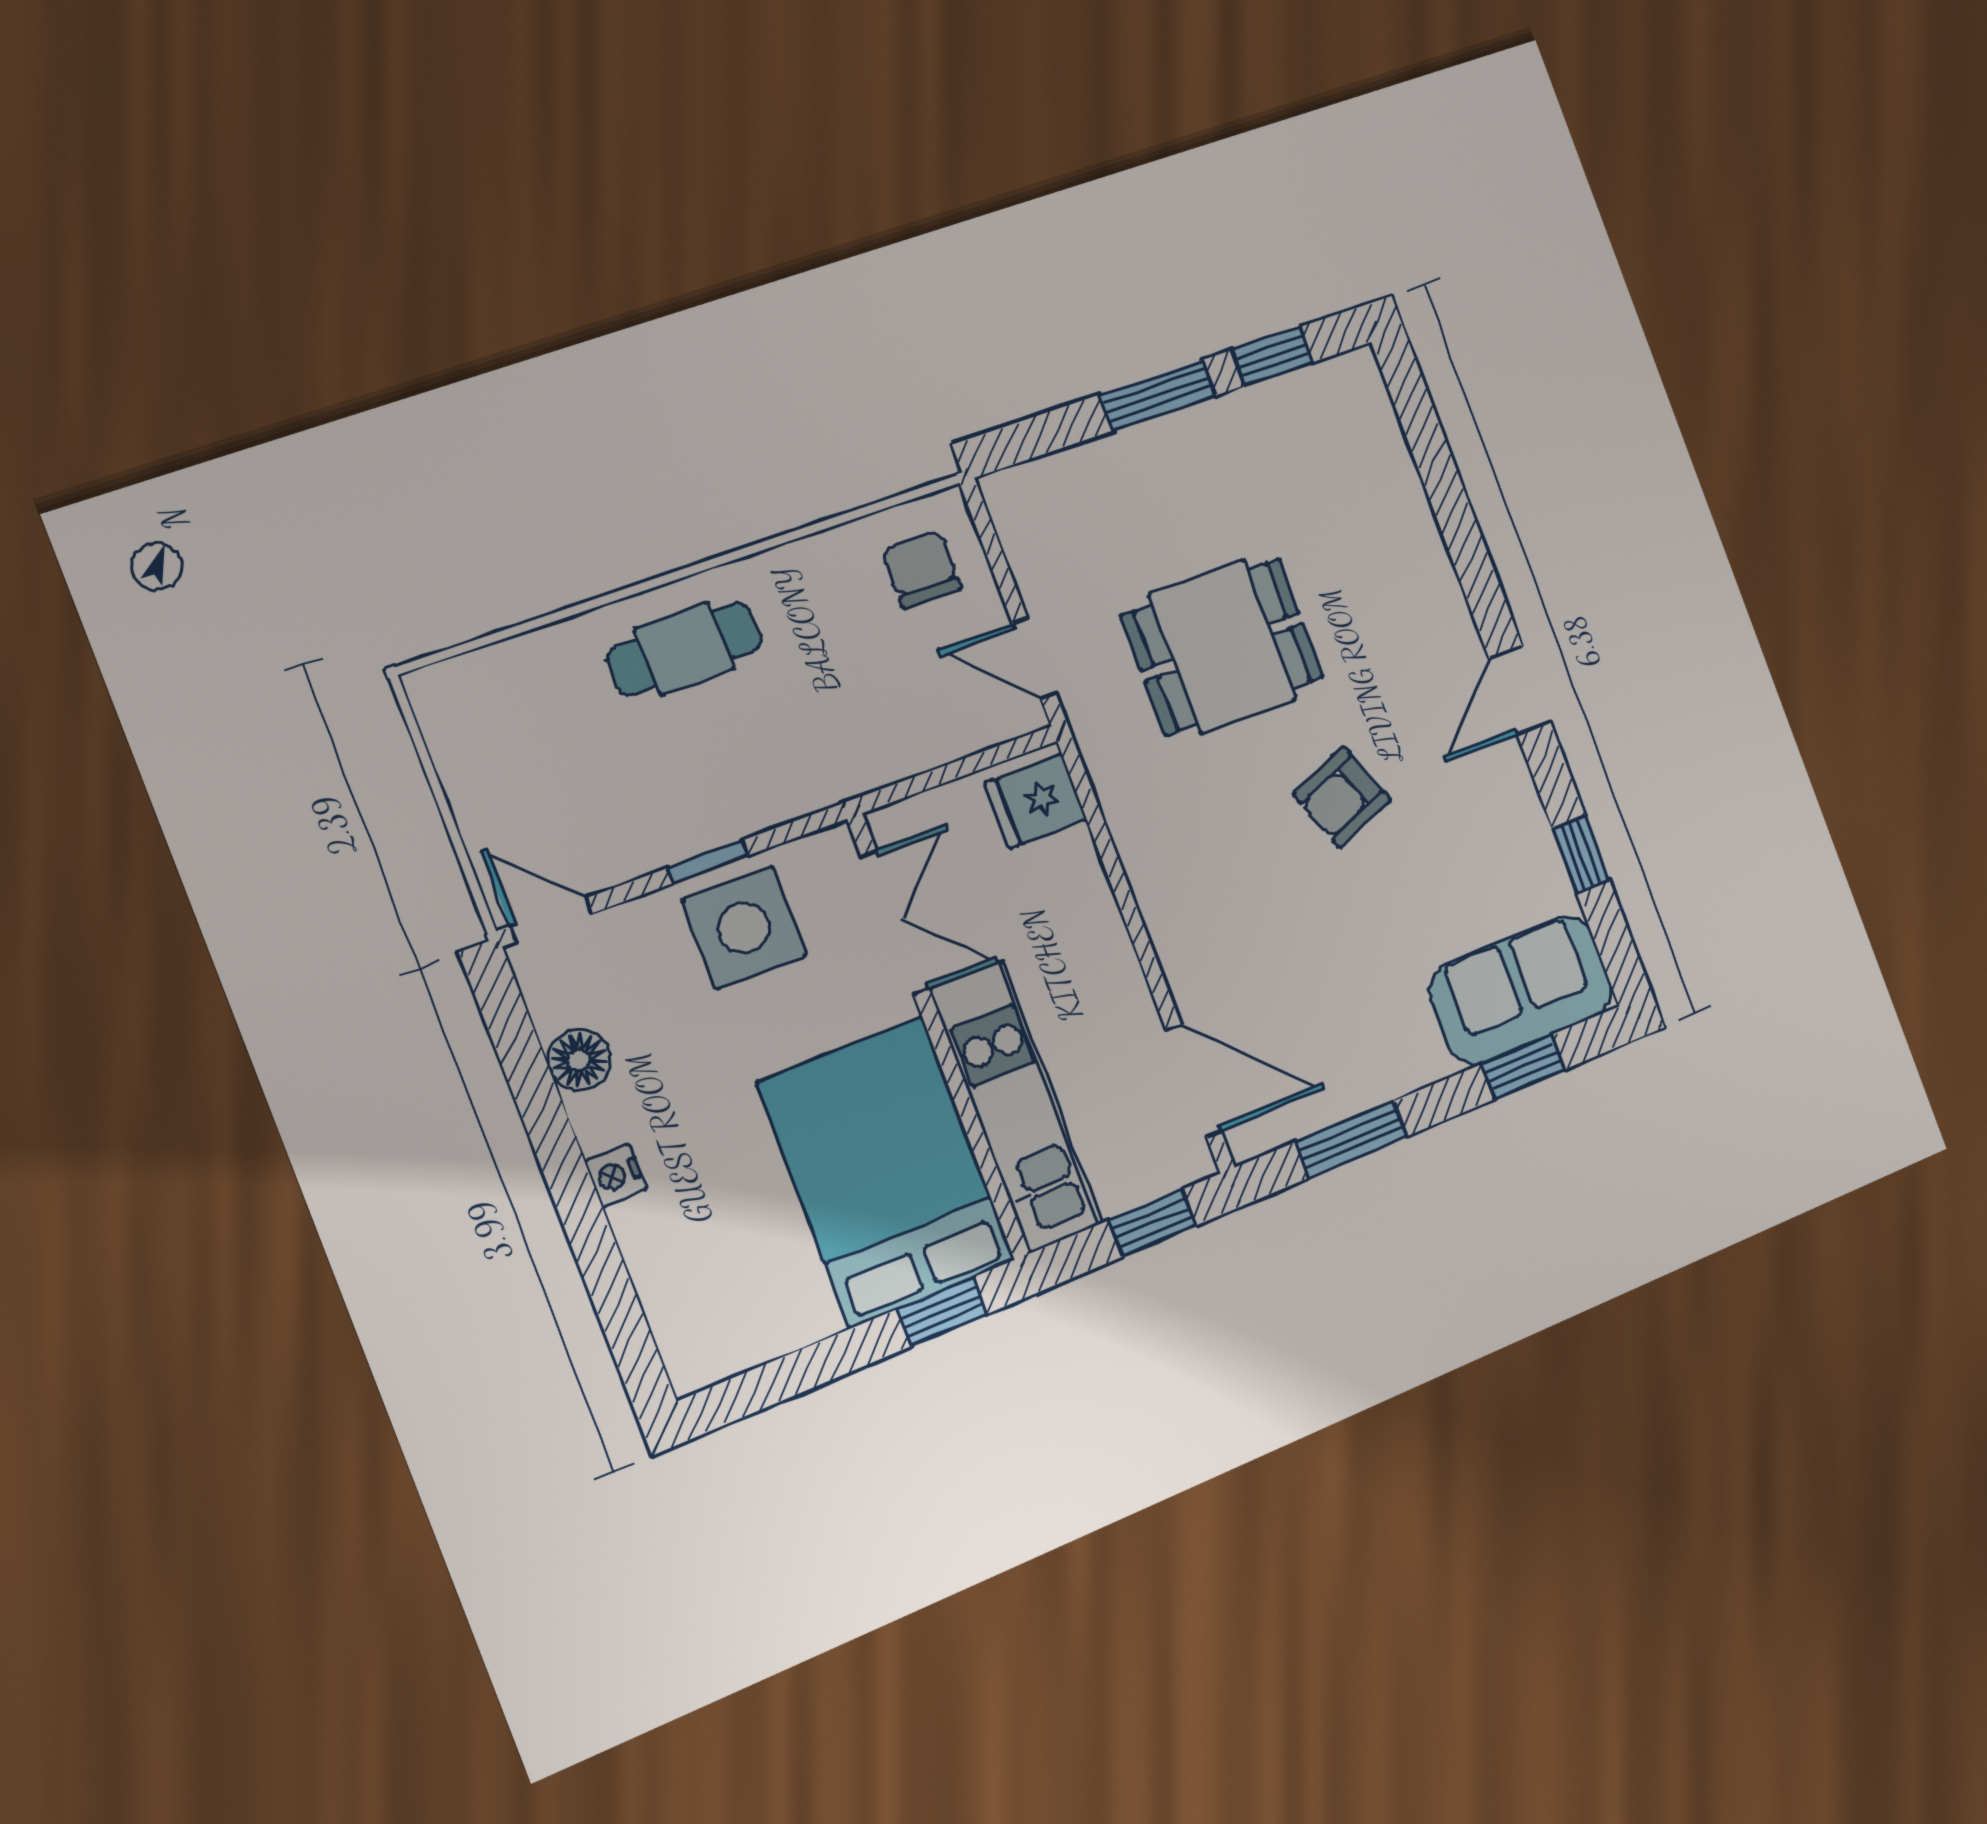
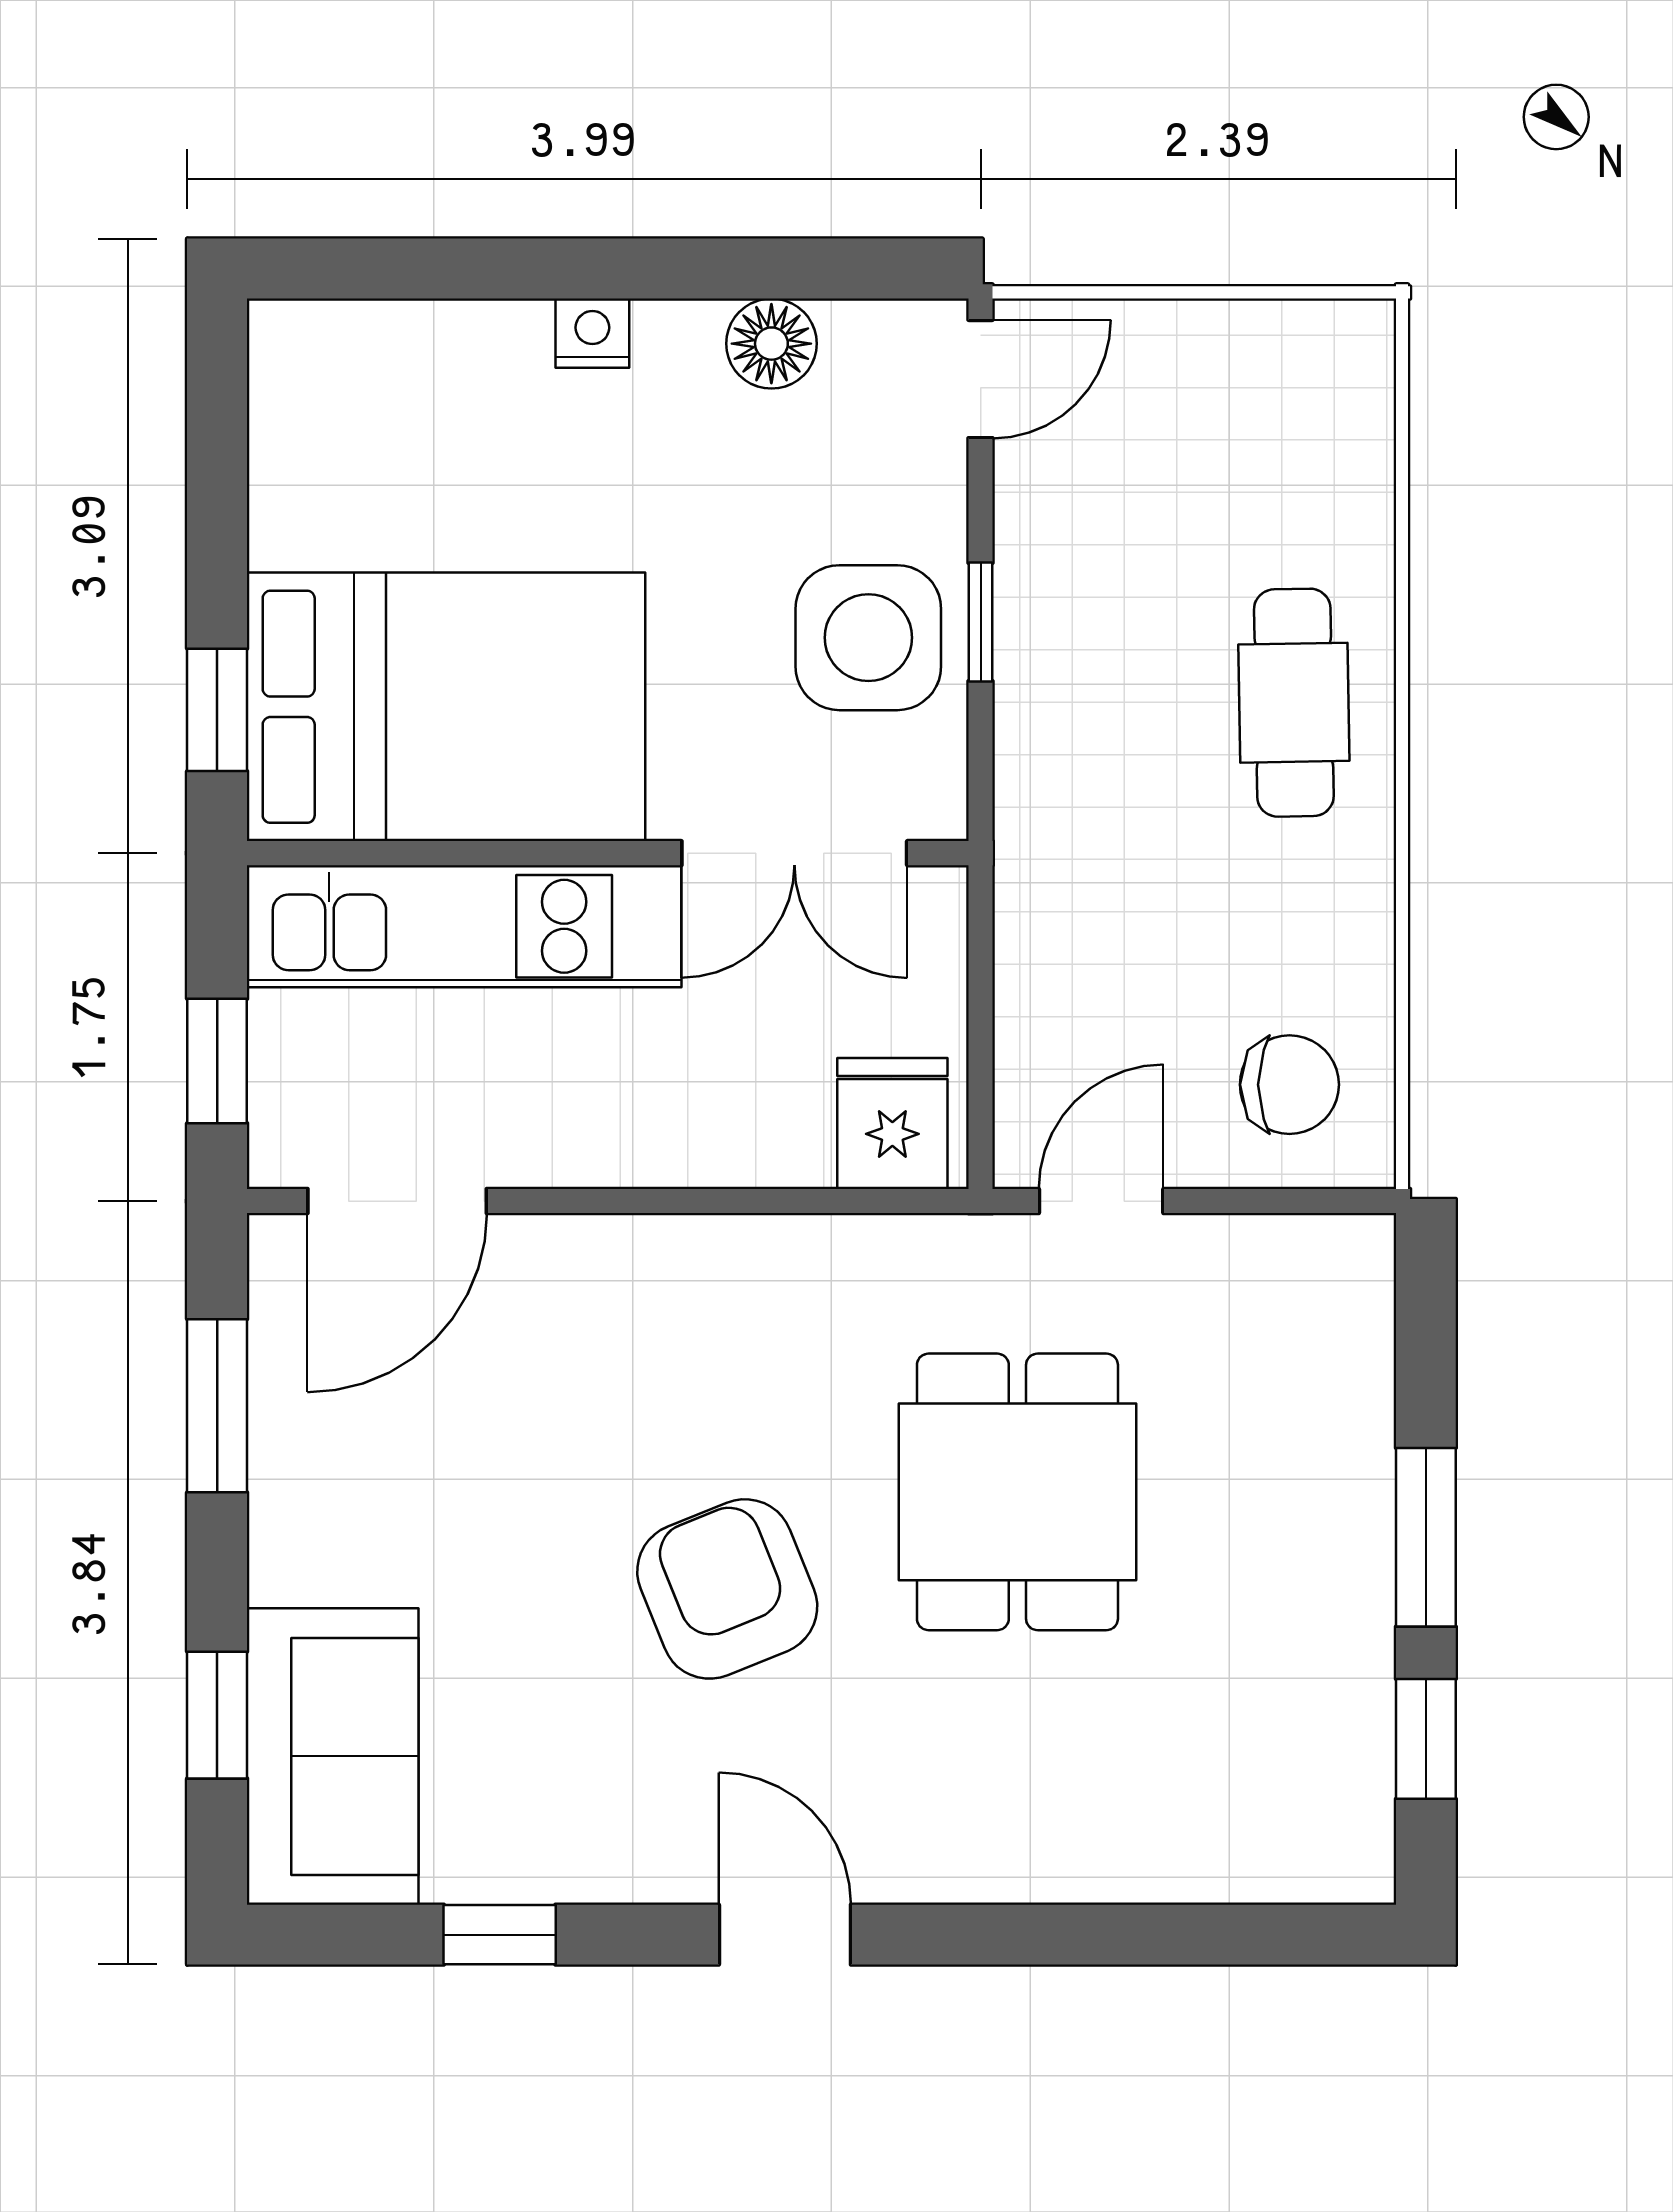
armchair: (1342, 797) -> (727, 1589), width x1.38, depth x1.38

